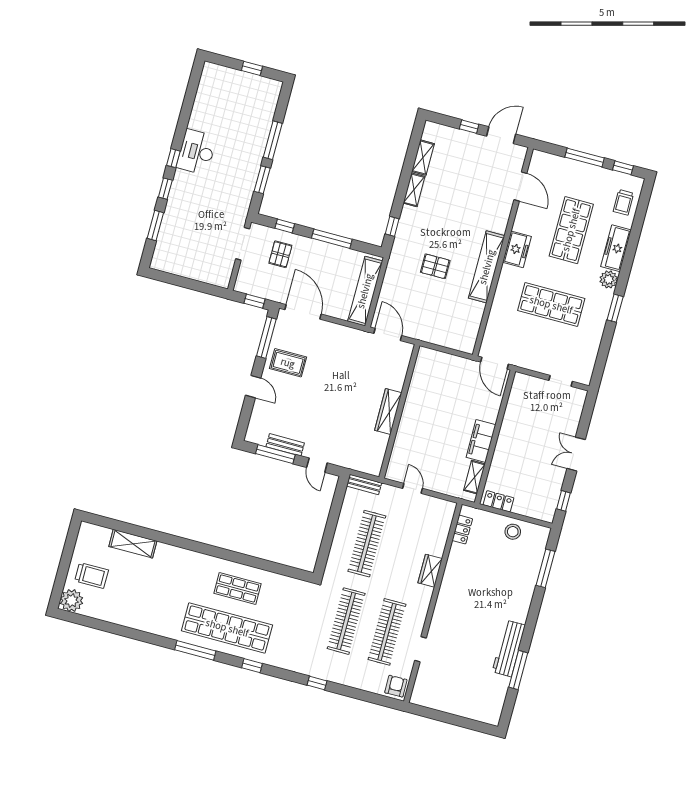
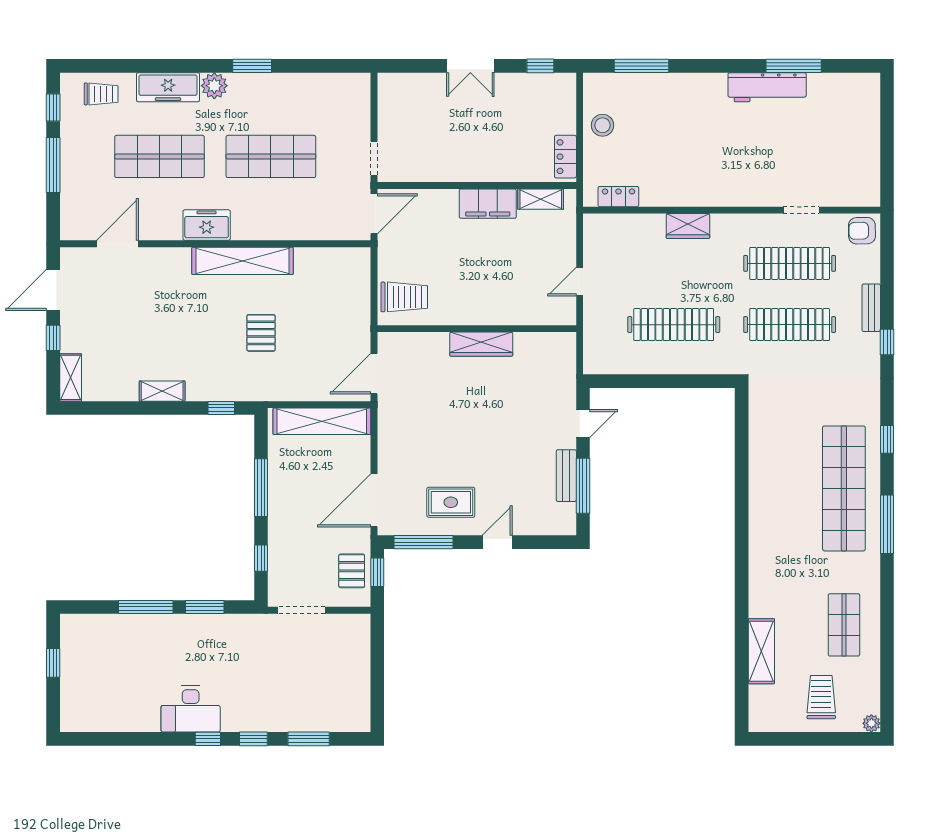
door: (501, 135) -> (53, 290), hinge flipped
shelving: (423, 158) -> (71, 377), moved, turned 90
pallet: (280, 254) -> (352, 571), moved, turned 90
shop shelf: (551, 305) -> (271, 156), turned 90
rug: (288, 363) -> (451, 502), turned 90
trolley: (434, 368) -> (404, 297), added
doorway: (561, 381) -> (374, 159), moved
bench: (364, 484) -> (871, 308), moved
shop shelf: (238, 588) -> (844, 625), moved
plant: (72, 601) -> (871, 723), width x0.53, depth x0.53

